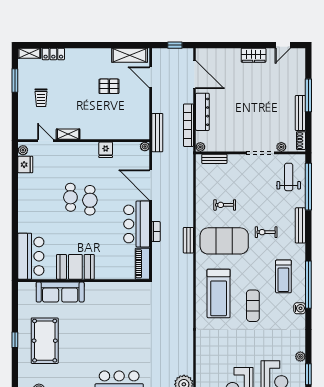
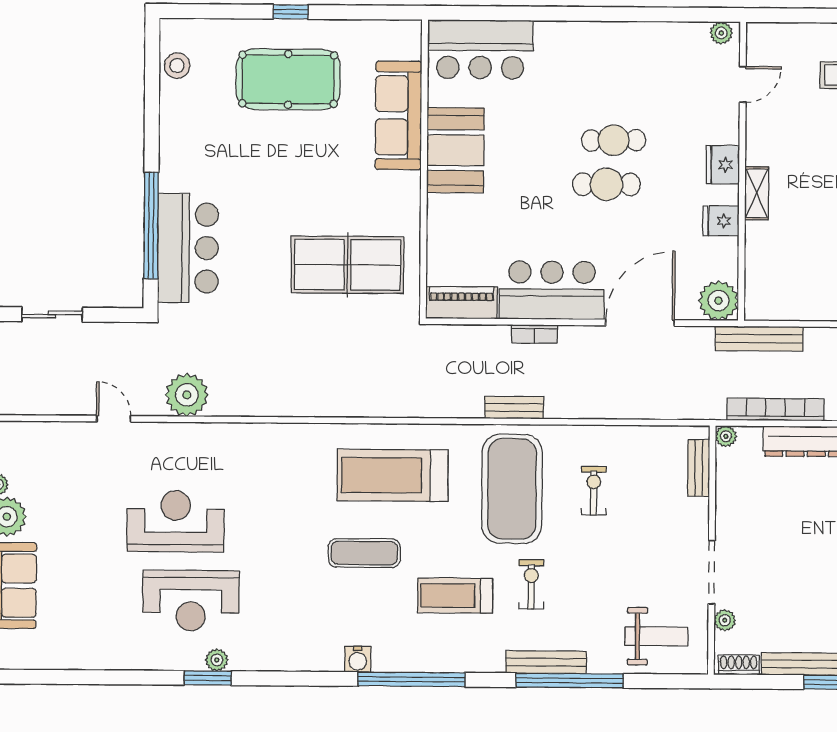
shelving: (68, 134) -> (757, 193), moved
plant: (145, 147) -> (718, 301), width x1.87, depth x1.87
fridge: (25, 165) -> (723, 165), moved, turned 90
window: (308, 187) -> (570, 681), moved
treadmill: (283, 276) -> (455, 596), moved
table tennis table: (126, 314) -> (347, 265), added
plant: (300, 357) -> (217, 660), moved

